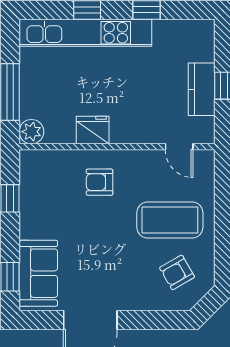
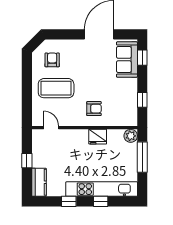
kitchen counter: (202, 89) -> (39, 182), moved
armchair: (177, 272) -> (52, 60), turned -60

